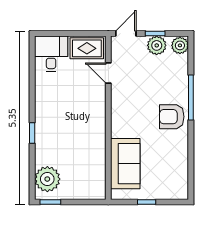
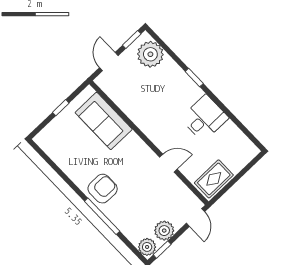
window: (155, 33) -> (162, 250), moved
desk: (51, 54) -> (204, 118), moved, turned -90
door: (108, 73) -> (168, 163), moved
door: (82, 202) -> (109, 62), added

